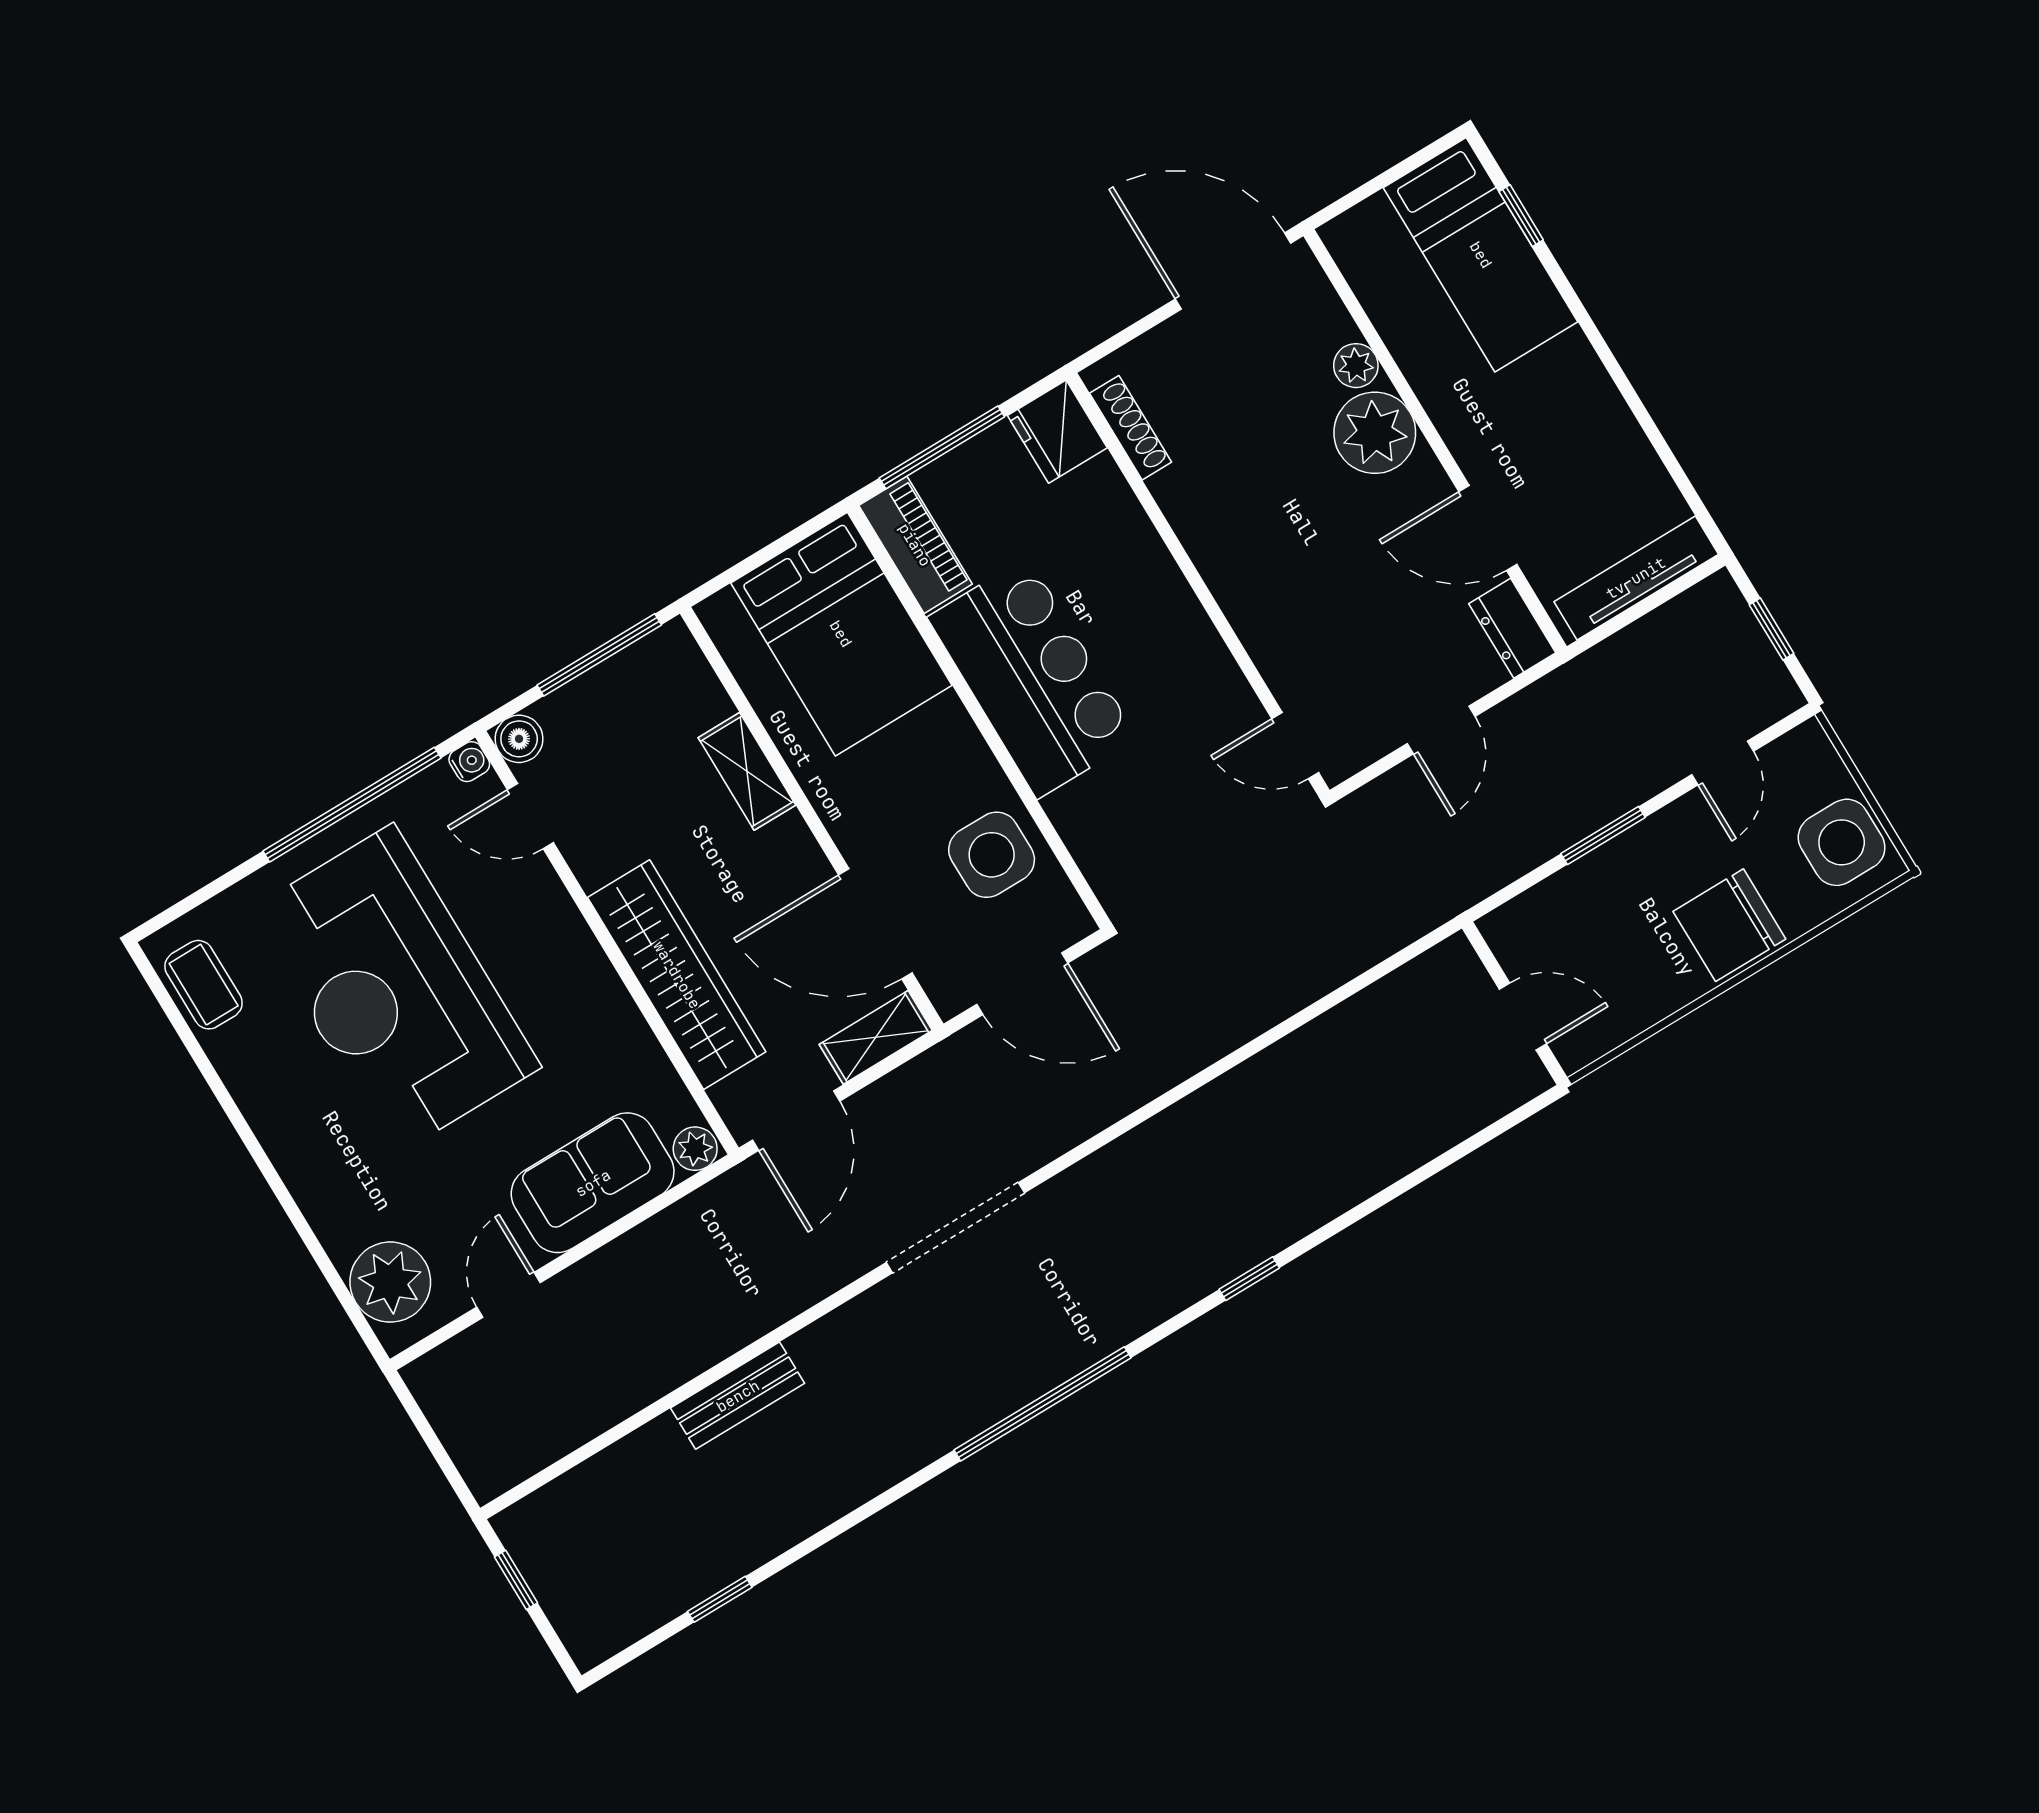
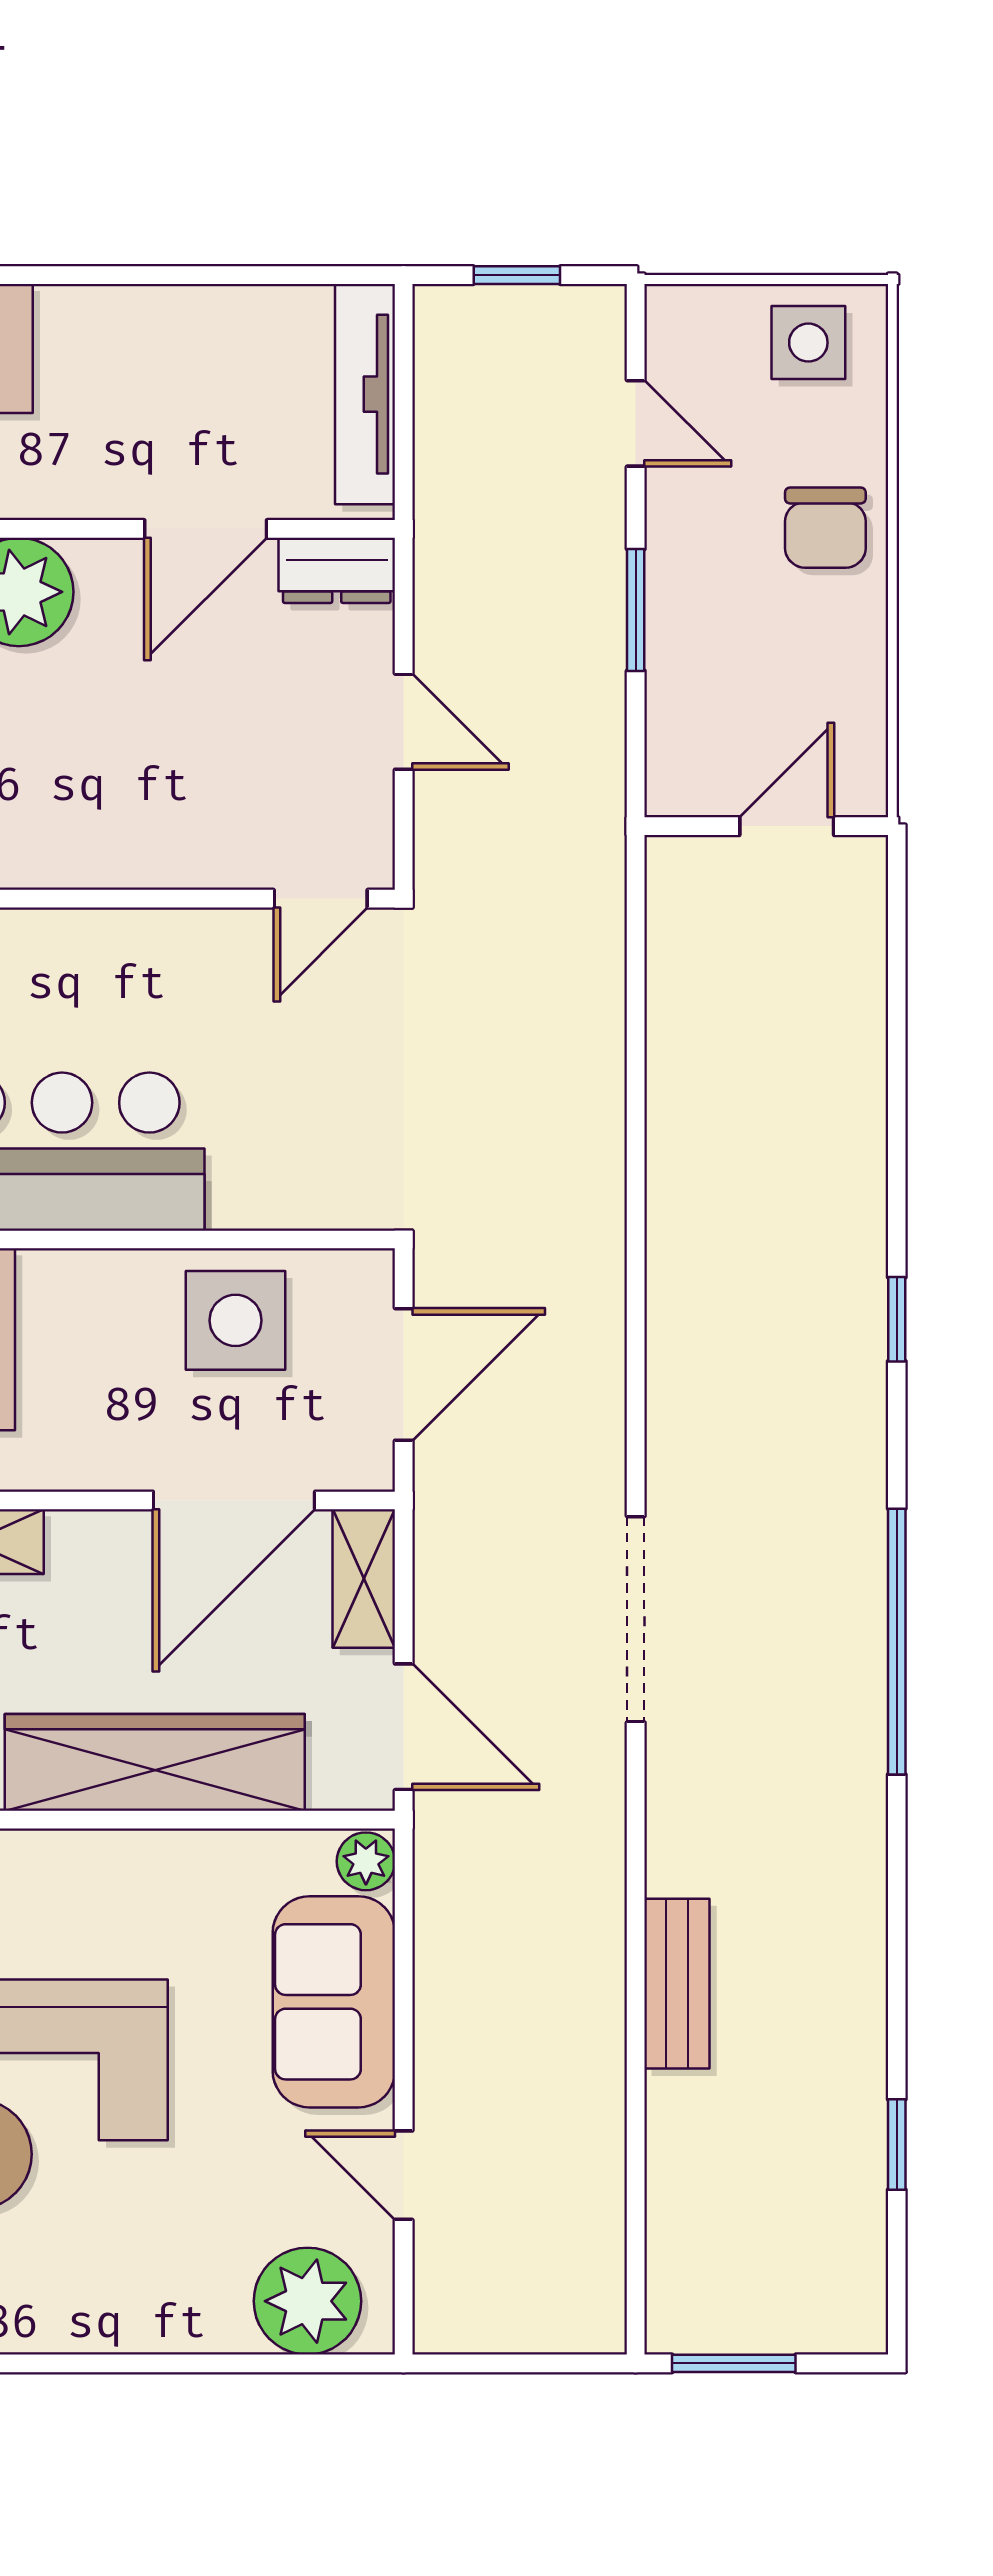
side table: (1842, 842) -> (808, 343), width x0.73, depth x0.73
chair: (1729, 925) -> (825, 528), width x0.73, depth x0.73
window: (516, 1580) -> (734, 2363), width x1.50

